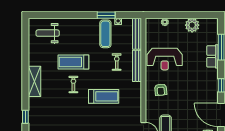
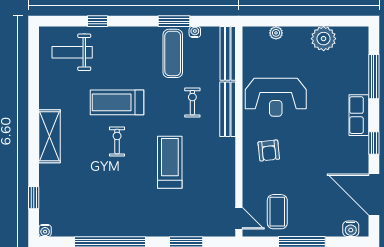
window: (62, 15) -> (98, 21), added
row of seats: (212, 56) -> (359, 115), moved
treadmill: (104, 96) -> (170, 162), turned -90

